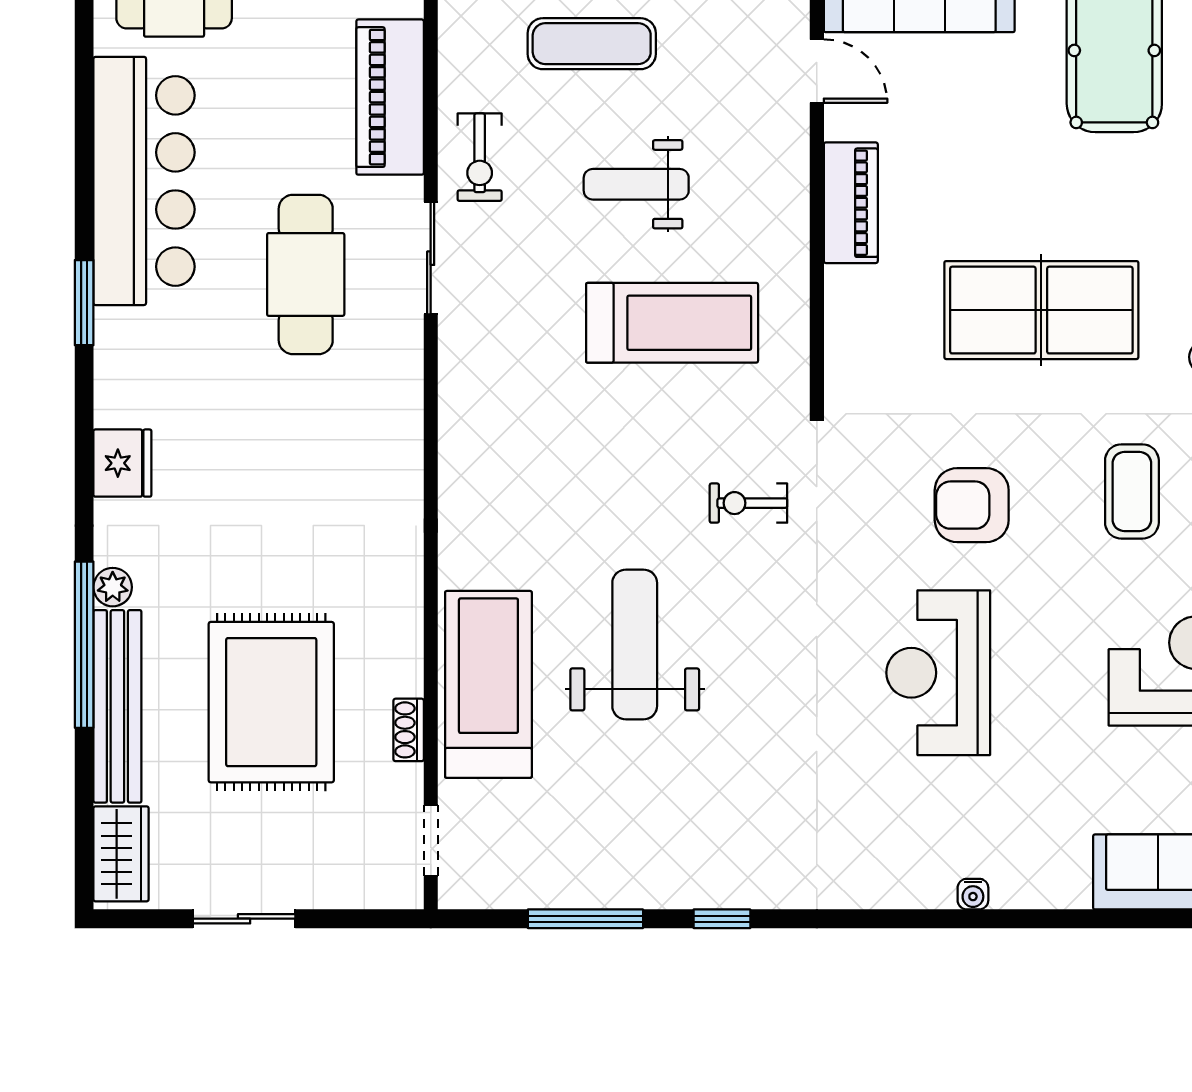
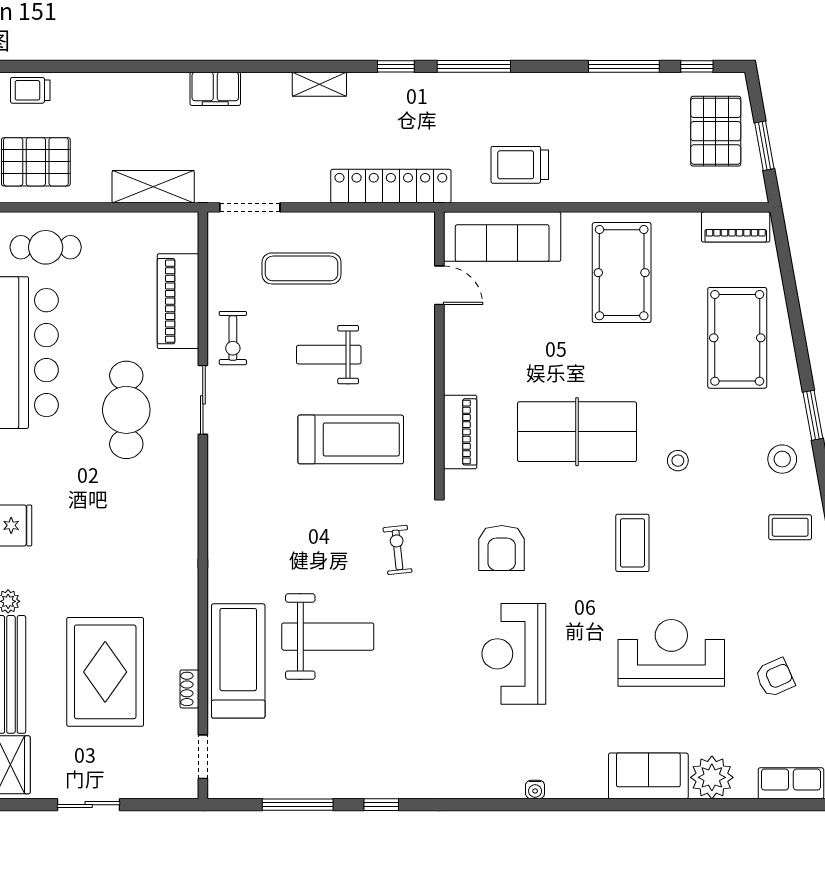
piano: (851, 203) -> (460, 432), moved
exercise bike: (748, 503) -> (398, 550), turned 84
armchair: (972, 505) -> (502, 548), moved, turned -90
weight bench: (635, 644) -> (328, 637), turned 90

